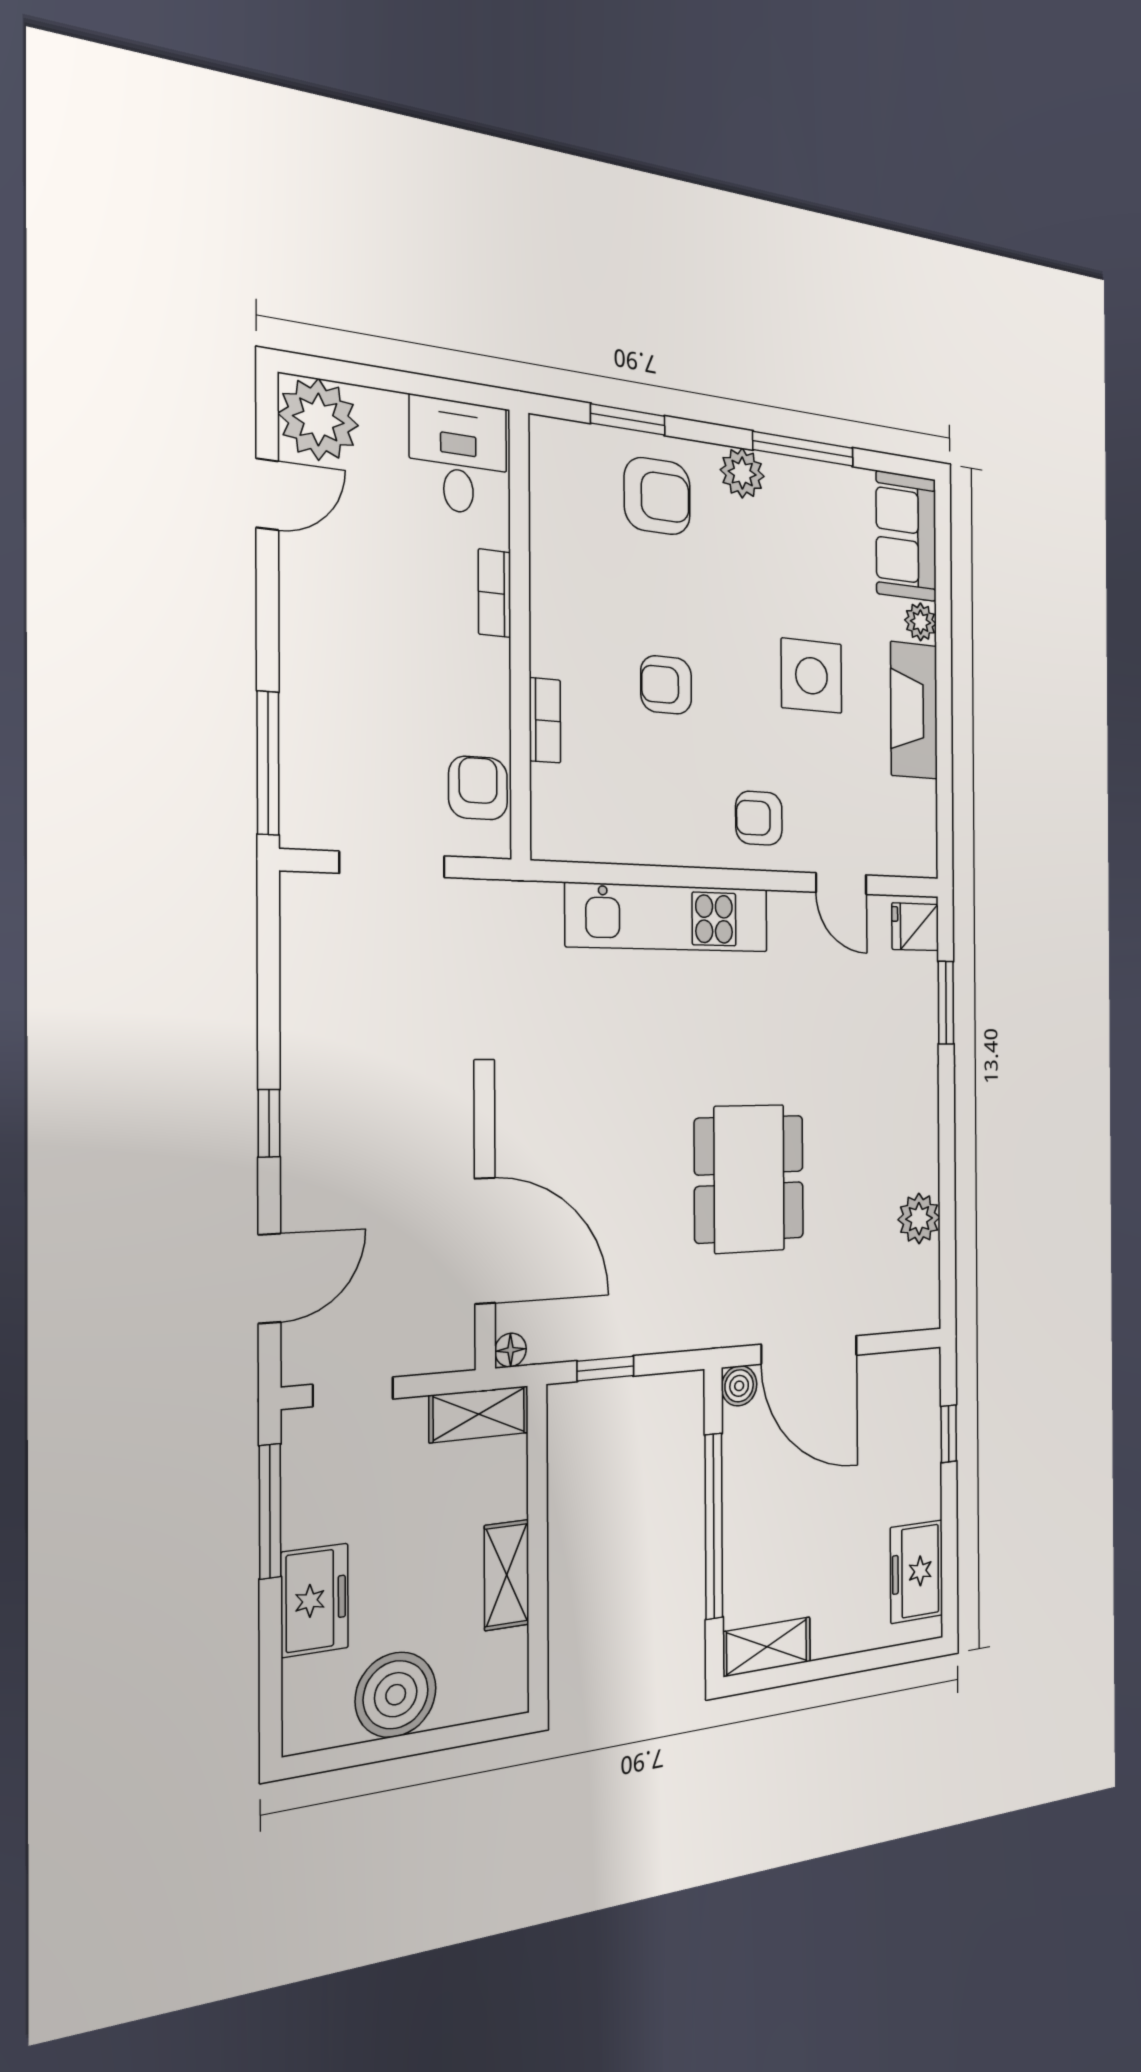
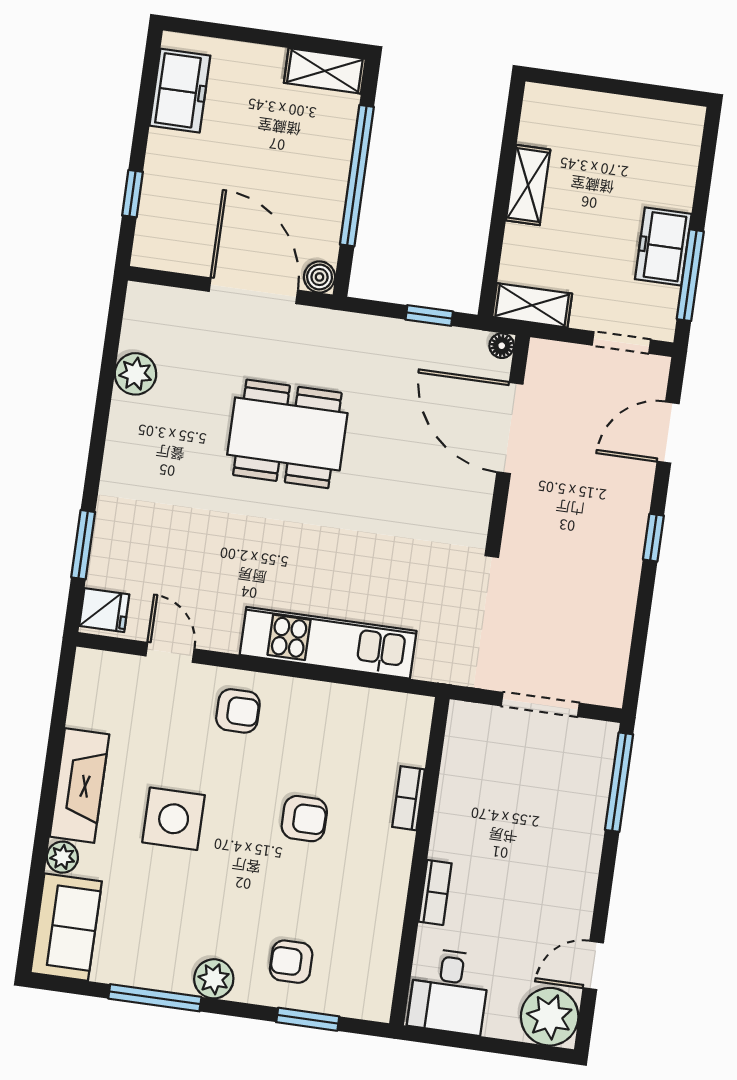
armchair: (657, 496) -> (291, 962), width x0.72, depth x0.72
armchair: (478, 788) -> (468, 753), removed
dining table: (749, 1179) -> (287, 434), turned 90
freezer: (315, 1600) -> (663, 247), moved
boiler: (396, 1695) -> (622, 125), removed

